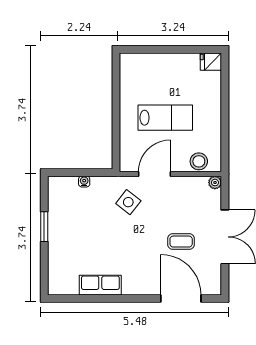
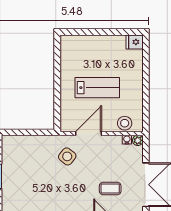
water cooler: (84, 182) -> (127, 140), moved

